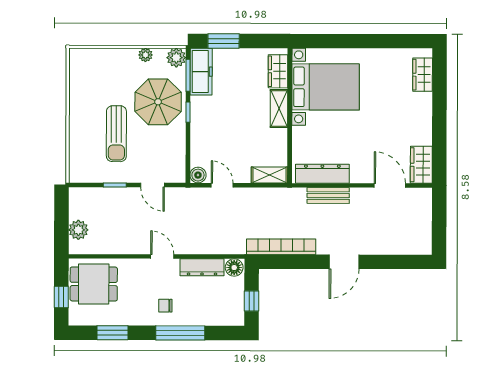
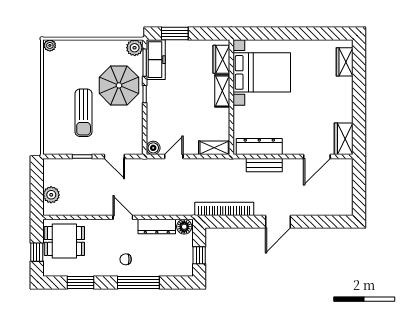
plant: (145, 55) -> (50, 45), moved
door: (222, 185) -> (174, 156), hinge flipped
door: (390, 185) -> (317, 156), swing flipped

